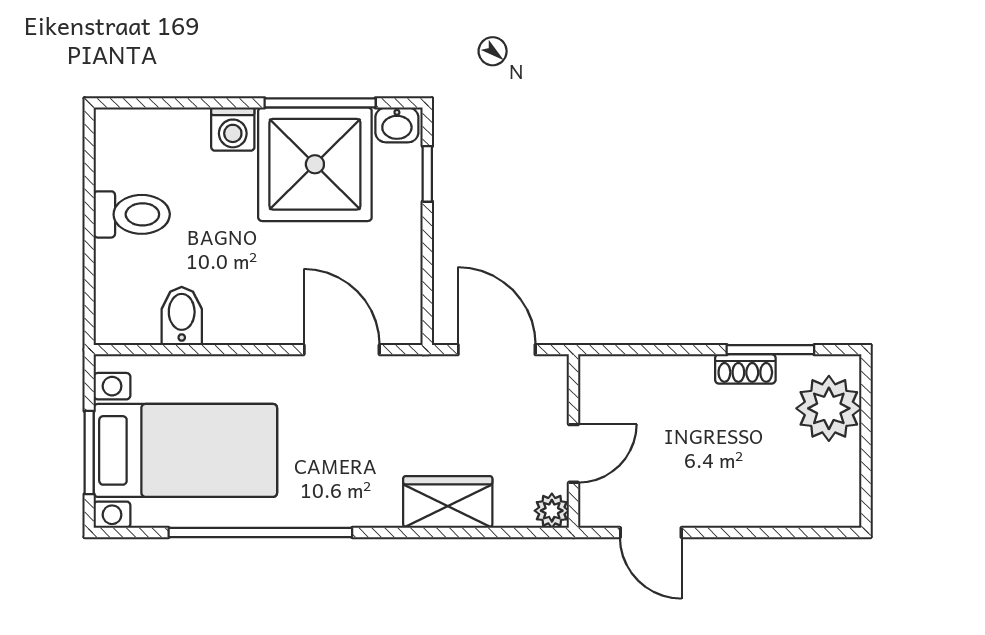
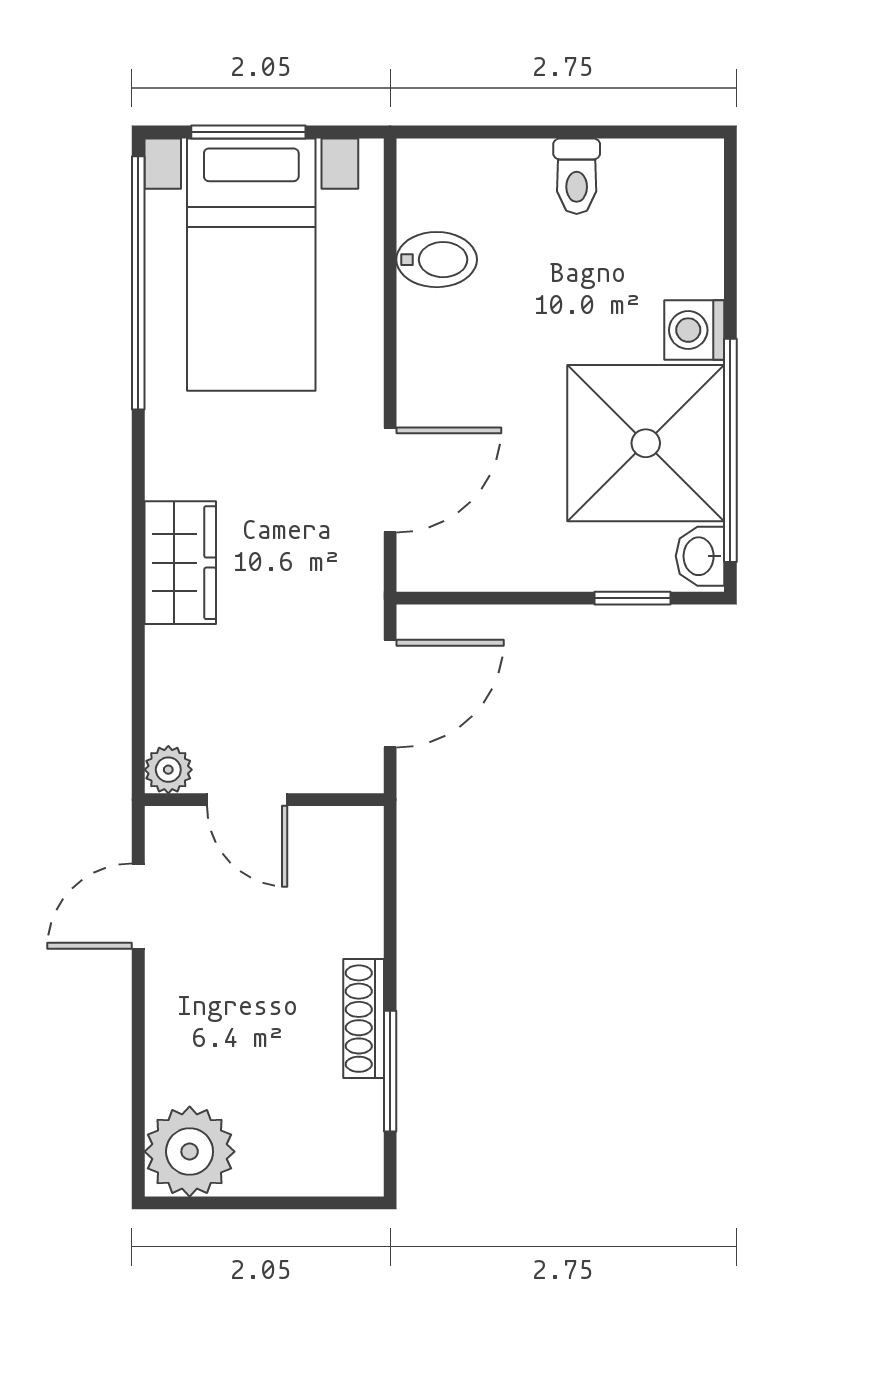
window: (320, 103) -> (730, 450), width x1.46
toilet: (132, 214) -> (577, 176), width x0.73, depth x0.72
shoe rack: (745, 369) -> (364, 1019), width x1.43
plant: (829, 408) -> (190, 1152), moved
wardrobe: (448, 502) -> (180, 563), moved
window: (260, 532) -> (138, 283), moved

